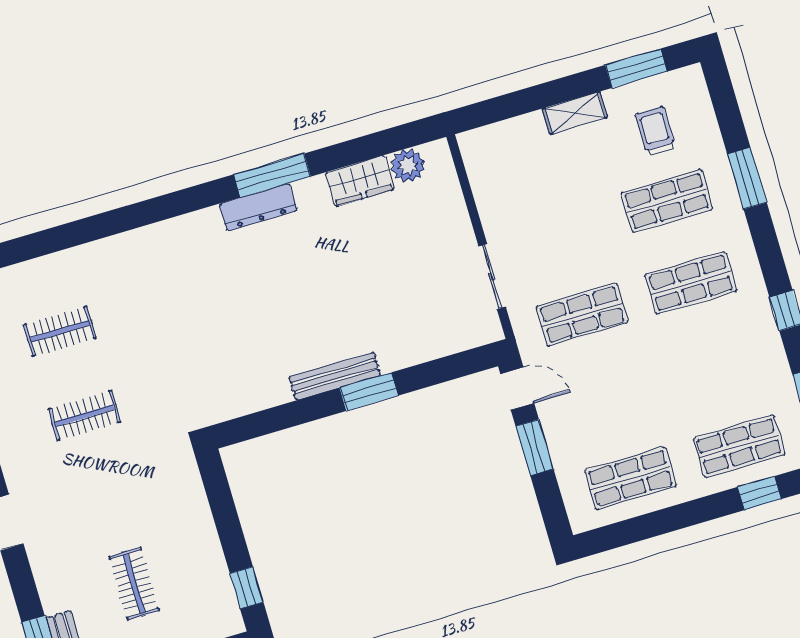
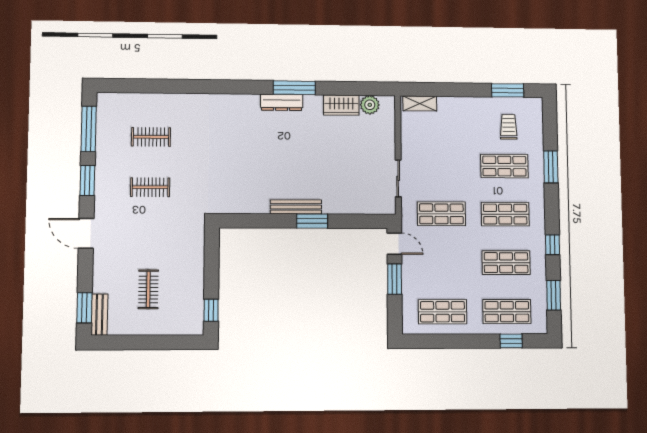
shelving: (575, 113) -> (420, 103), moved
shop shelf: (715, 364) -> (506, 263), added

